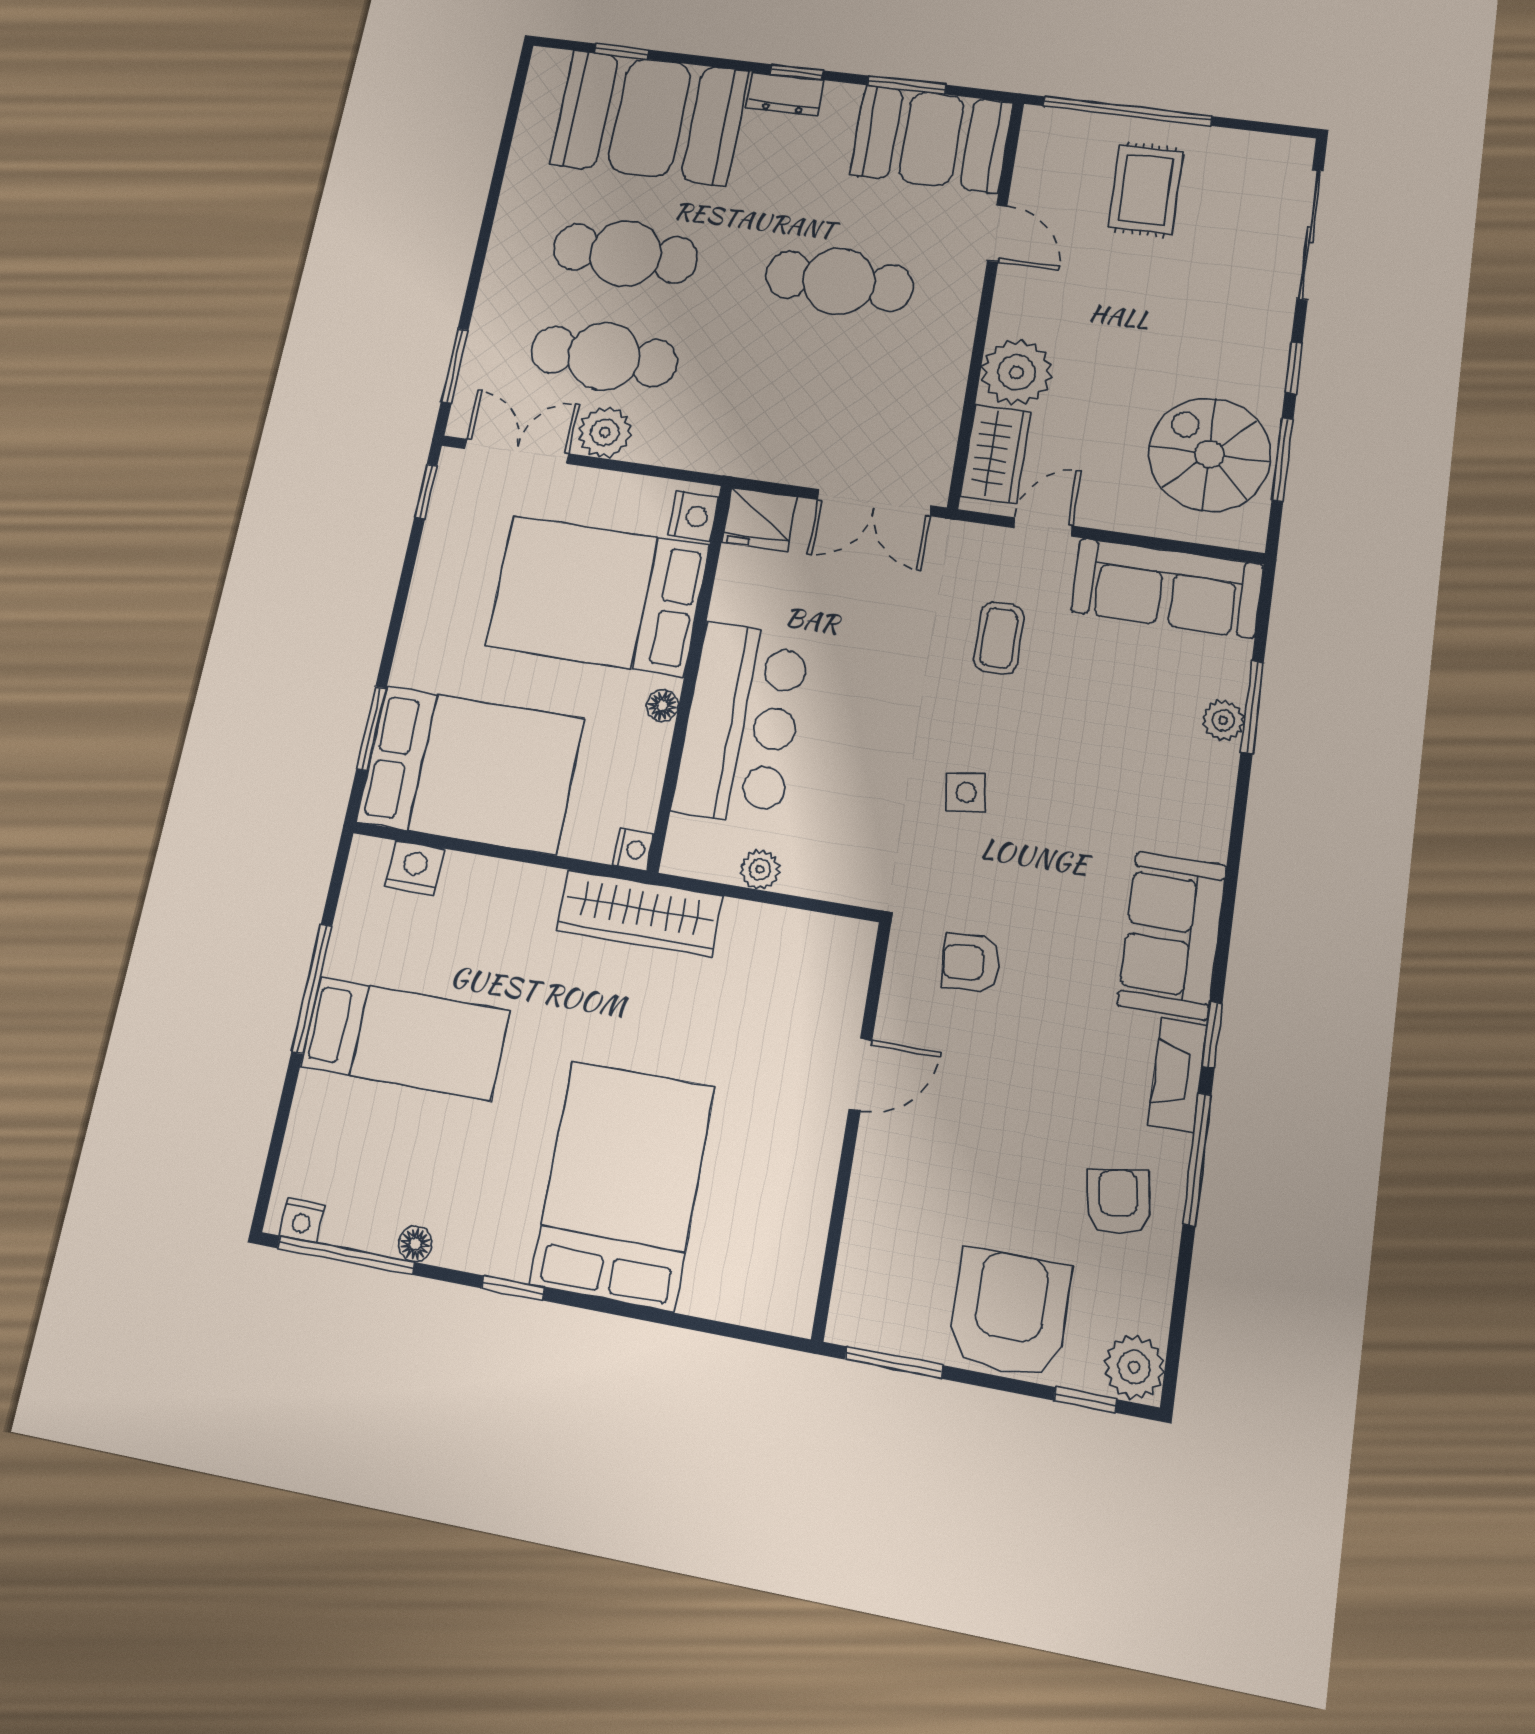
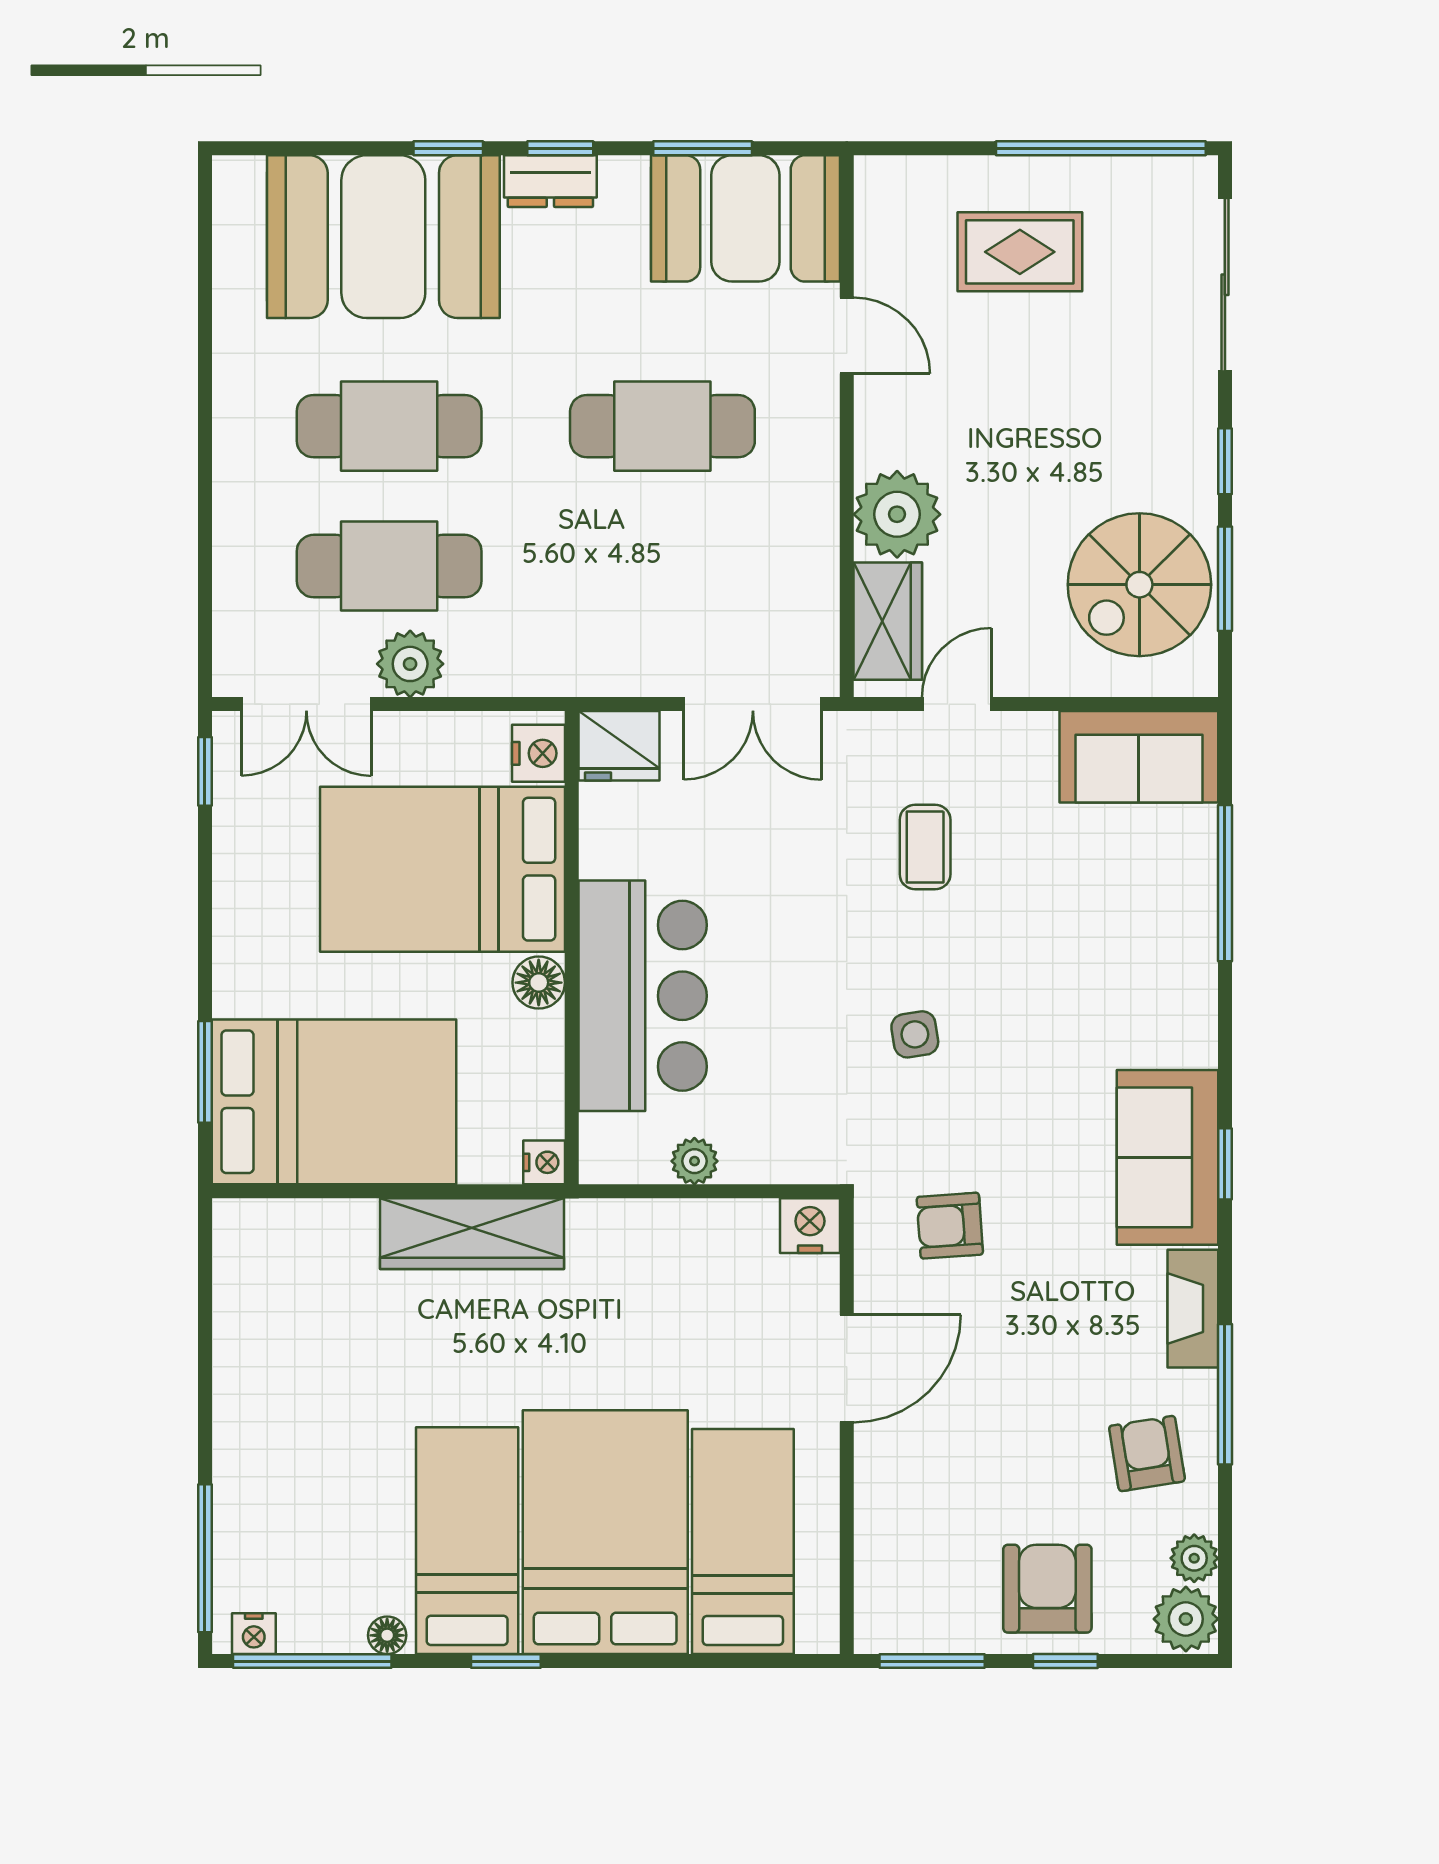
window: (621, 51) -> (448, 148), moved
window: (1127, 111) -> (1101, 148), moved
rug: (1146, 189) -> (1020, 252), turned 90
window: (455, 366) -> (205, 605), removed
double door: (517, 451) -> (306, 704), swing flipped
spiral stairs: (1210, 454) -> (1139, 585), turned -90
sofa: (1167, 588) -> (1139, 757), width x0.73
floor lamp: (662, 706) -> (539, 983), width x1.37, depth x1.37
window: (1252, 707) -> (1225, 883), width x1.44
plant: (1223, 720) -> (1194, 1558), moved
nightstand: (415, 868) -> (810, 1226), moved
wardrobe: (639, 913) -> (472, 1234), moved
window: (312, 989) -> (205, 1558), moved
window: (1212, 1035) -> (1225, 1164), moved
bed: (405, 1038) -> (467, 1541), moved, turned -90
door: (860, 1075) -> (847, 1369), width x1.38
bed: (742, 1216) -> (743, 1542), added
armchair: (1010, 1313) -> (1047, 1589), width x0.73, depth x0.73
window: (1085, 1400) -> (1065, 1661), moved

